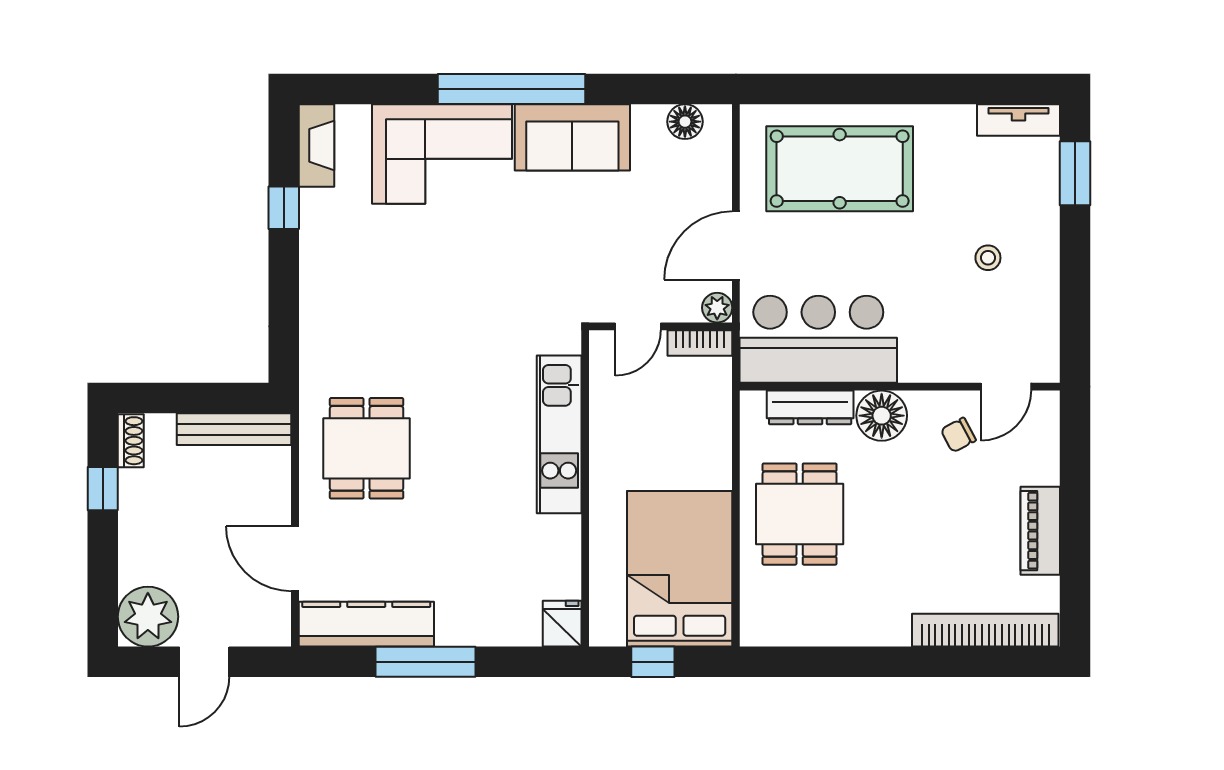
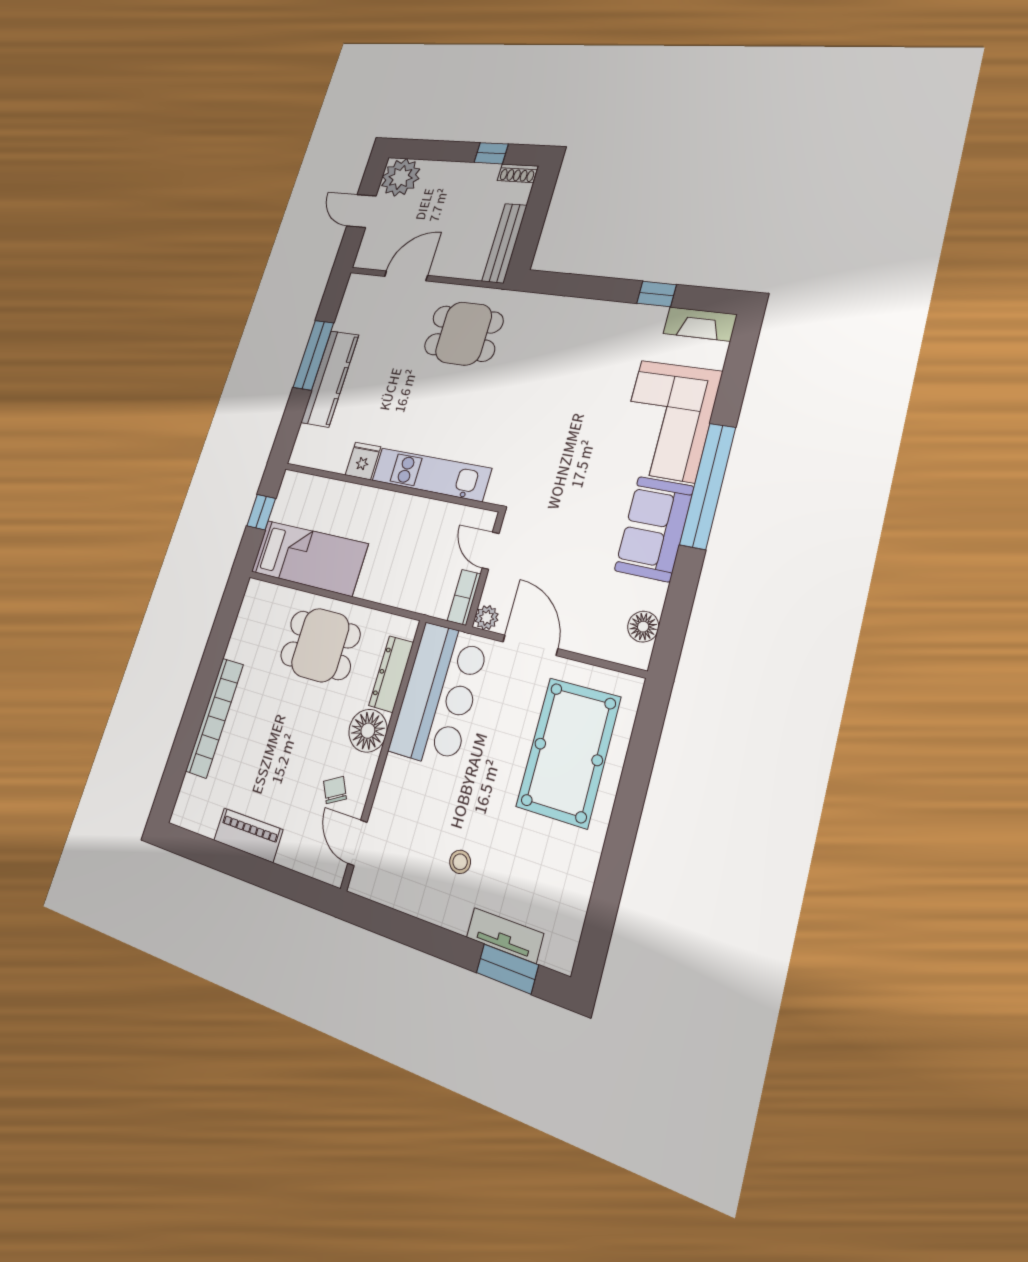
tv unit: (1019, 120) -> (505, 935), moved, turned 90
bed: (680, 569) -> (309, 558), width x0.67
kitchen counter: (366, 624) -> (330, 379), moved
fridge: (562, 624) -> (363, 461), moved, turned -90
bookcase: (985, 630) -> (215, 718), moved

